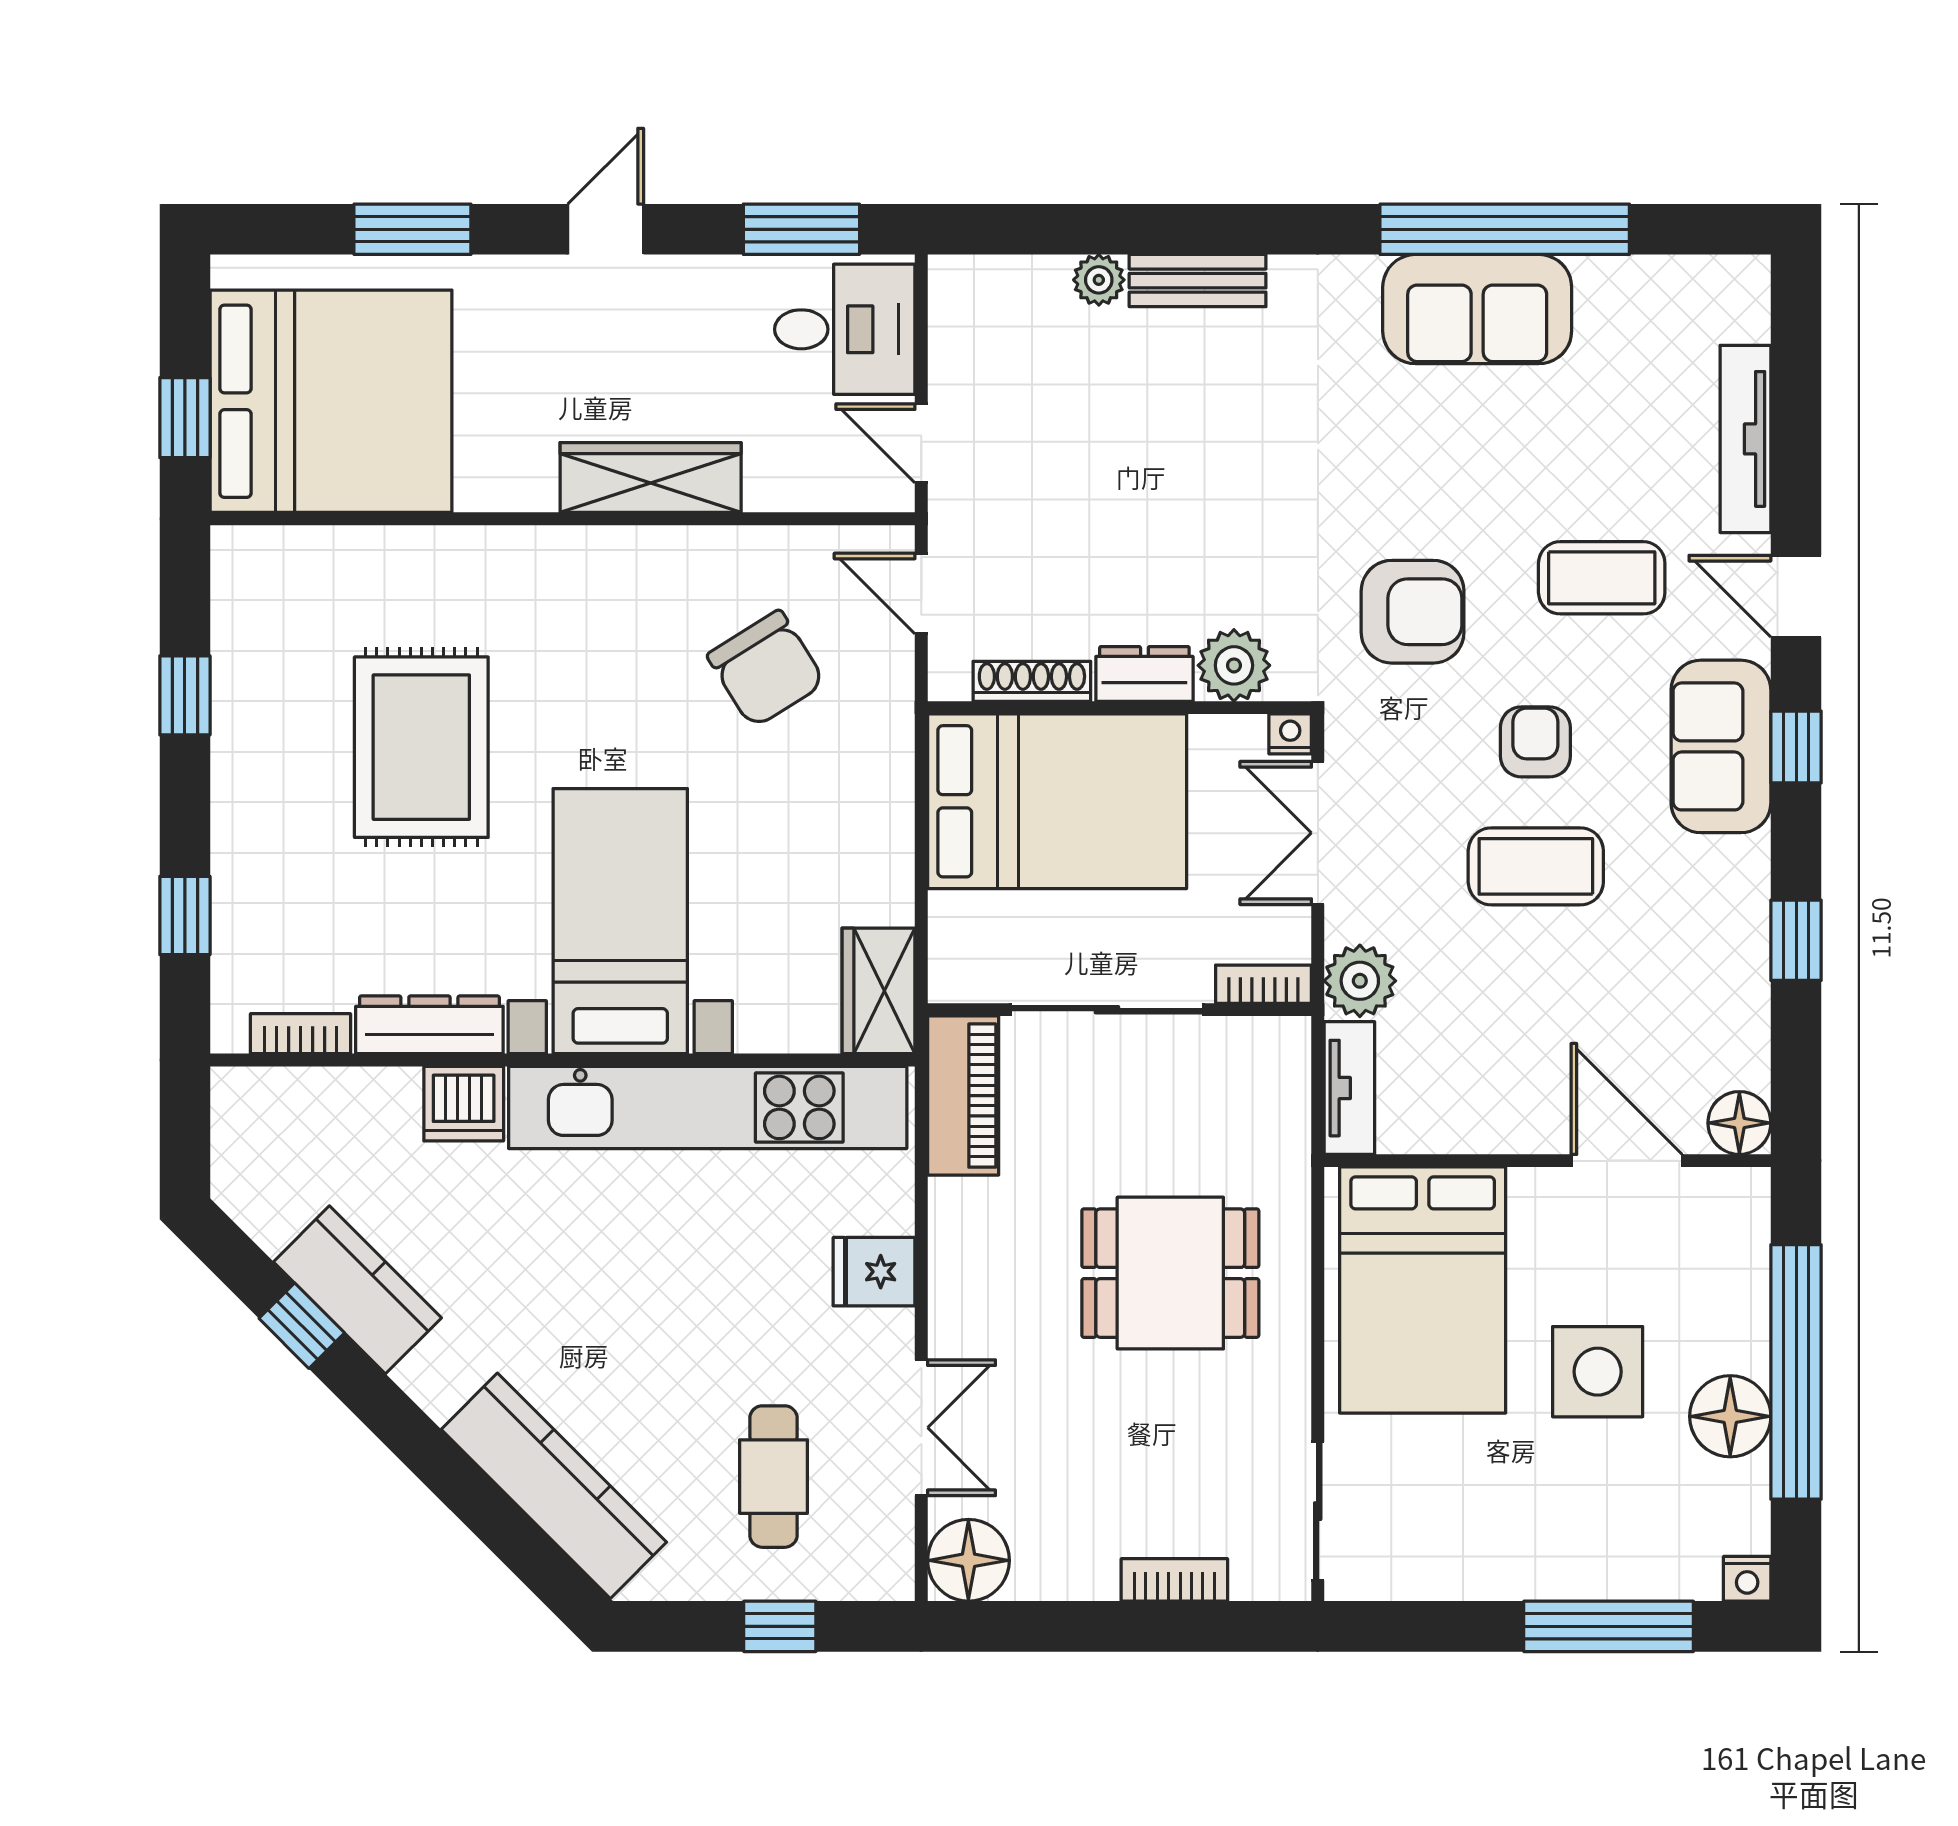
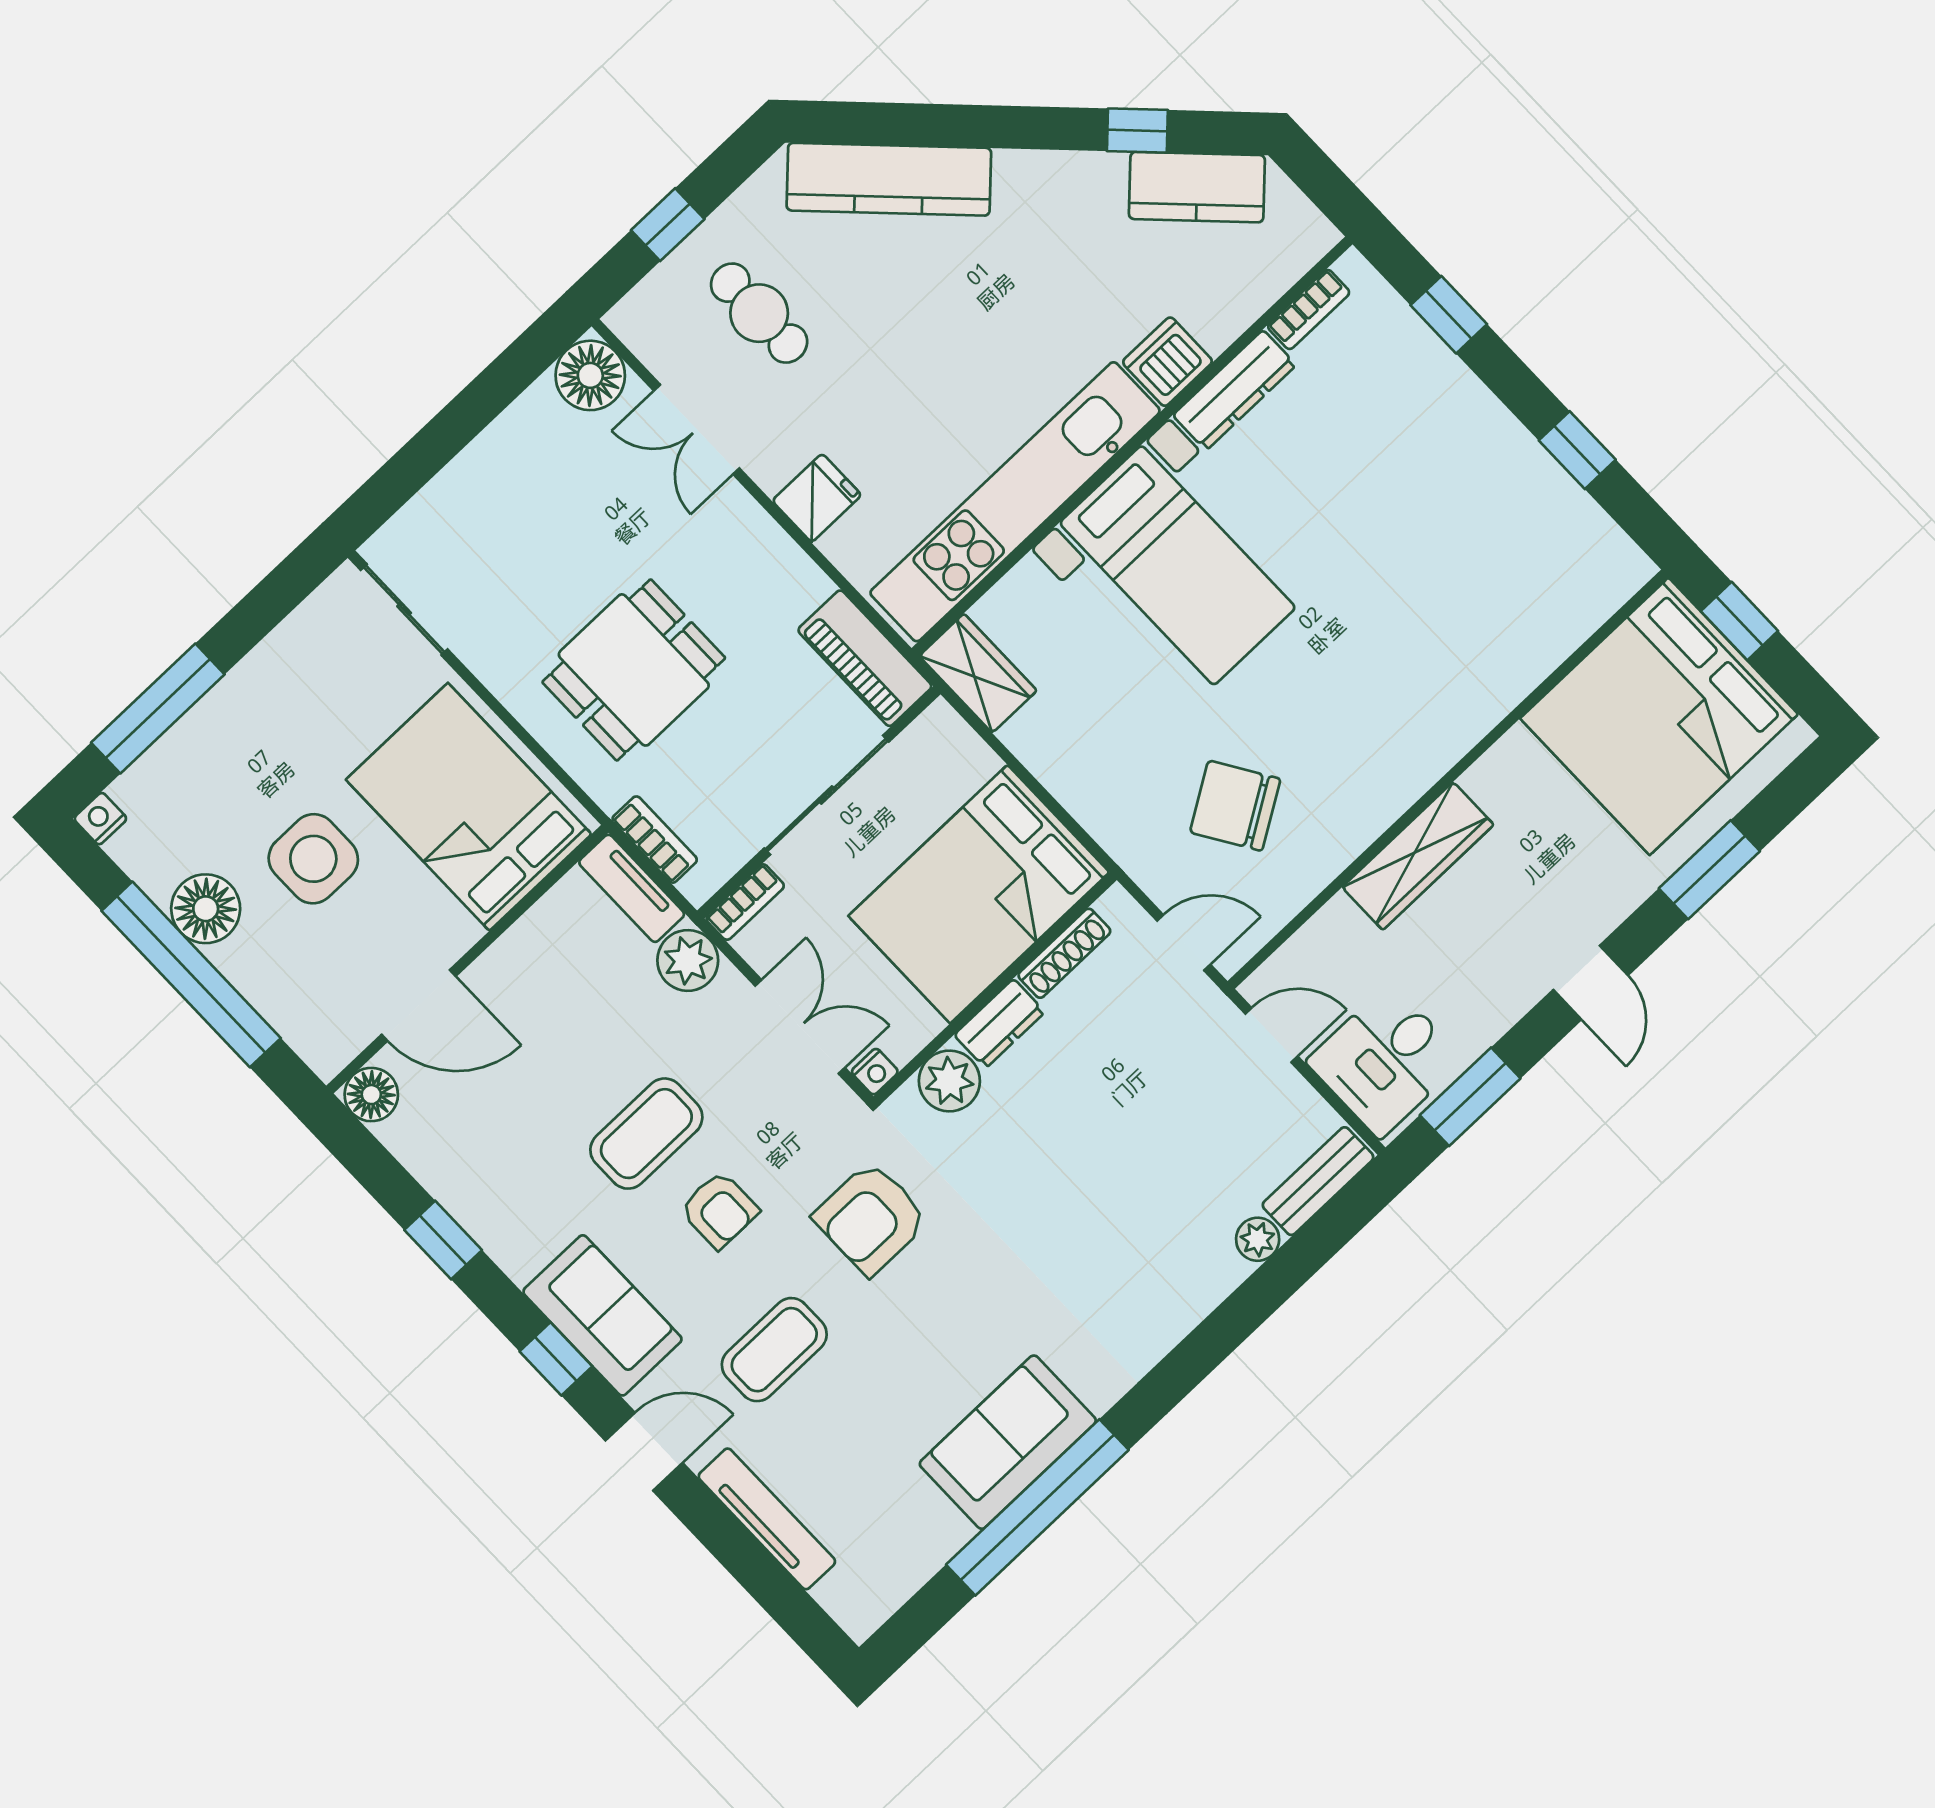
bench: (1198, 281) -> (1318, 1181), moved
rug: (421, 747) -> (1402, 556), removed
kitchen counter: (357, 1290) -> (1197, 187), moved
bookcase: (1174, 1580) -> (655, 840), moved, turned -90

